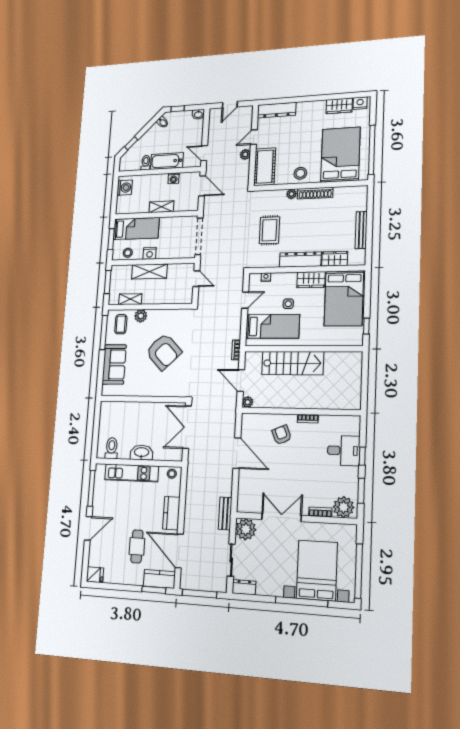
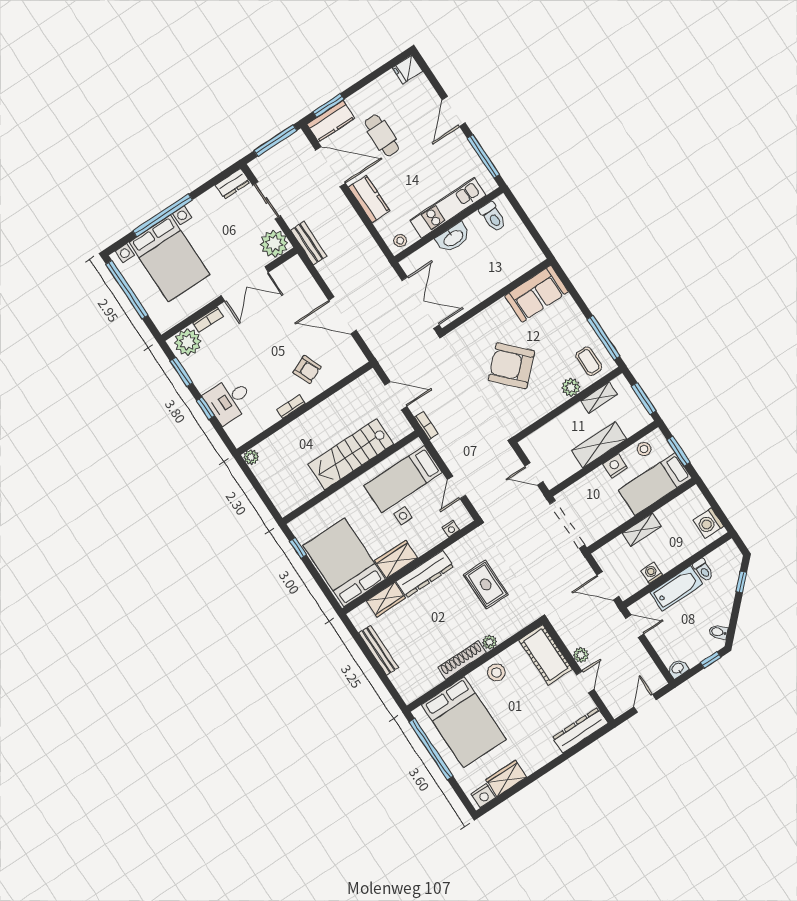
sofa: (114, 364) -> (537, 294), moved, turned -90
plant: (248, 402) -> (251, 457), moved

